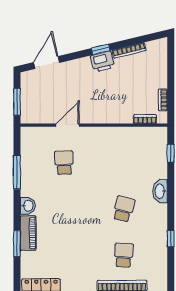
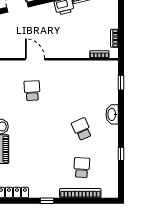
door: (68, 125) -> (35, 59), hinge flipped
school desk: (124, 209) -> (82, 129), turned -39

